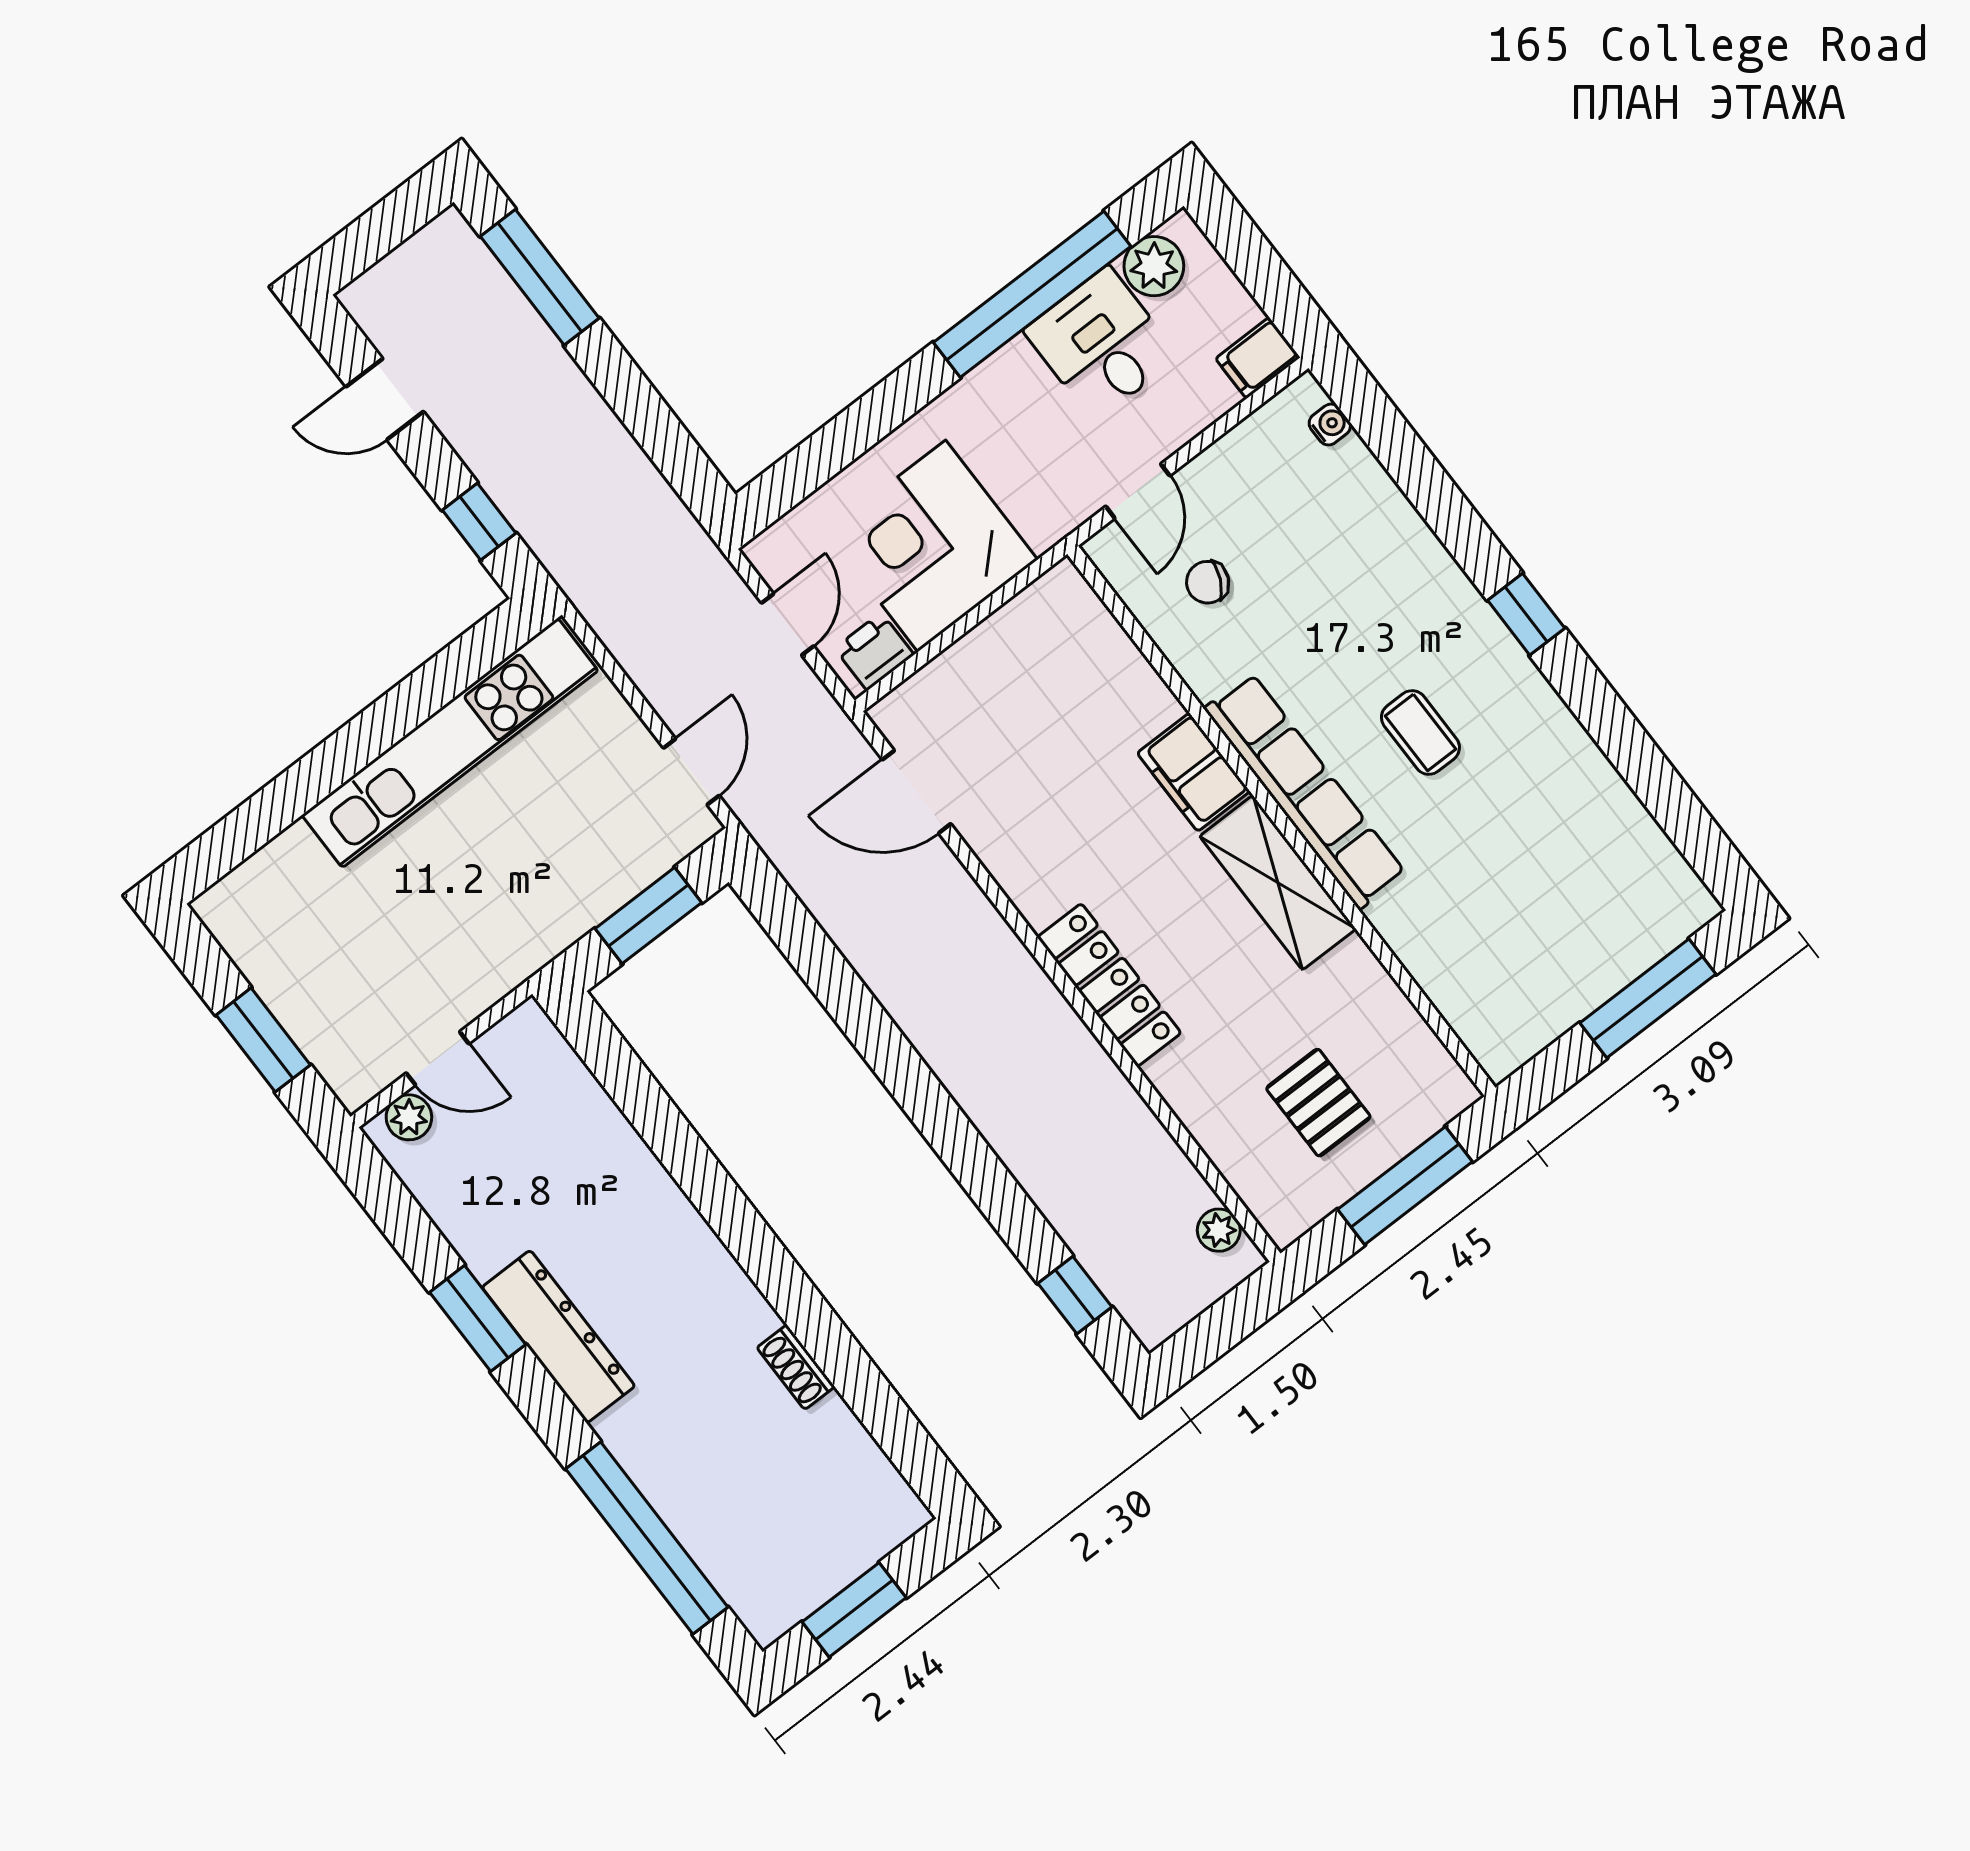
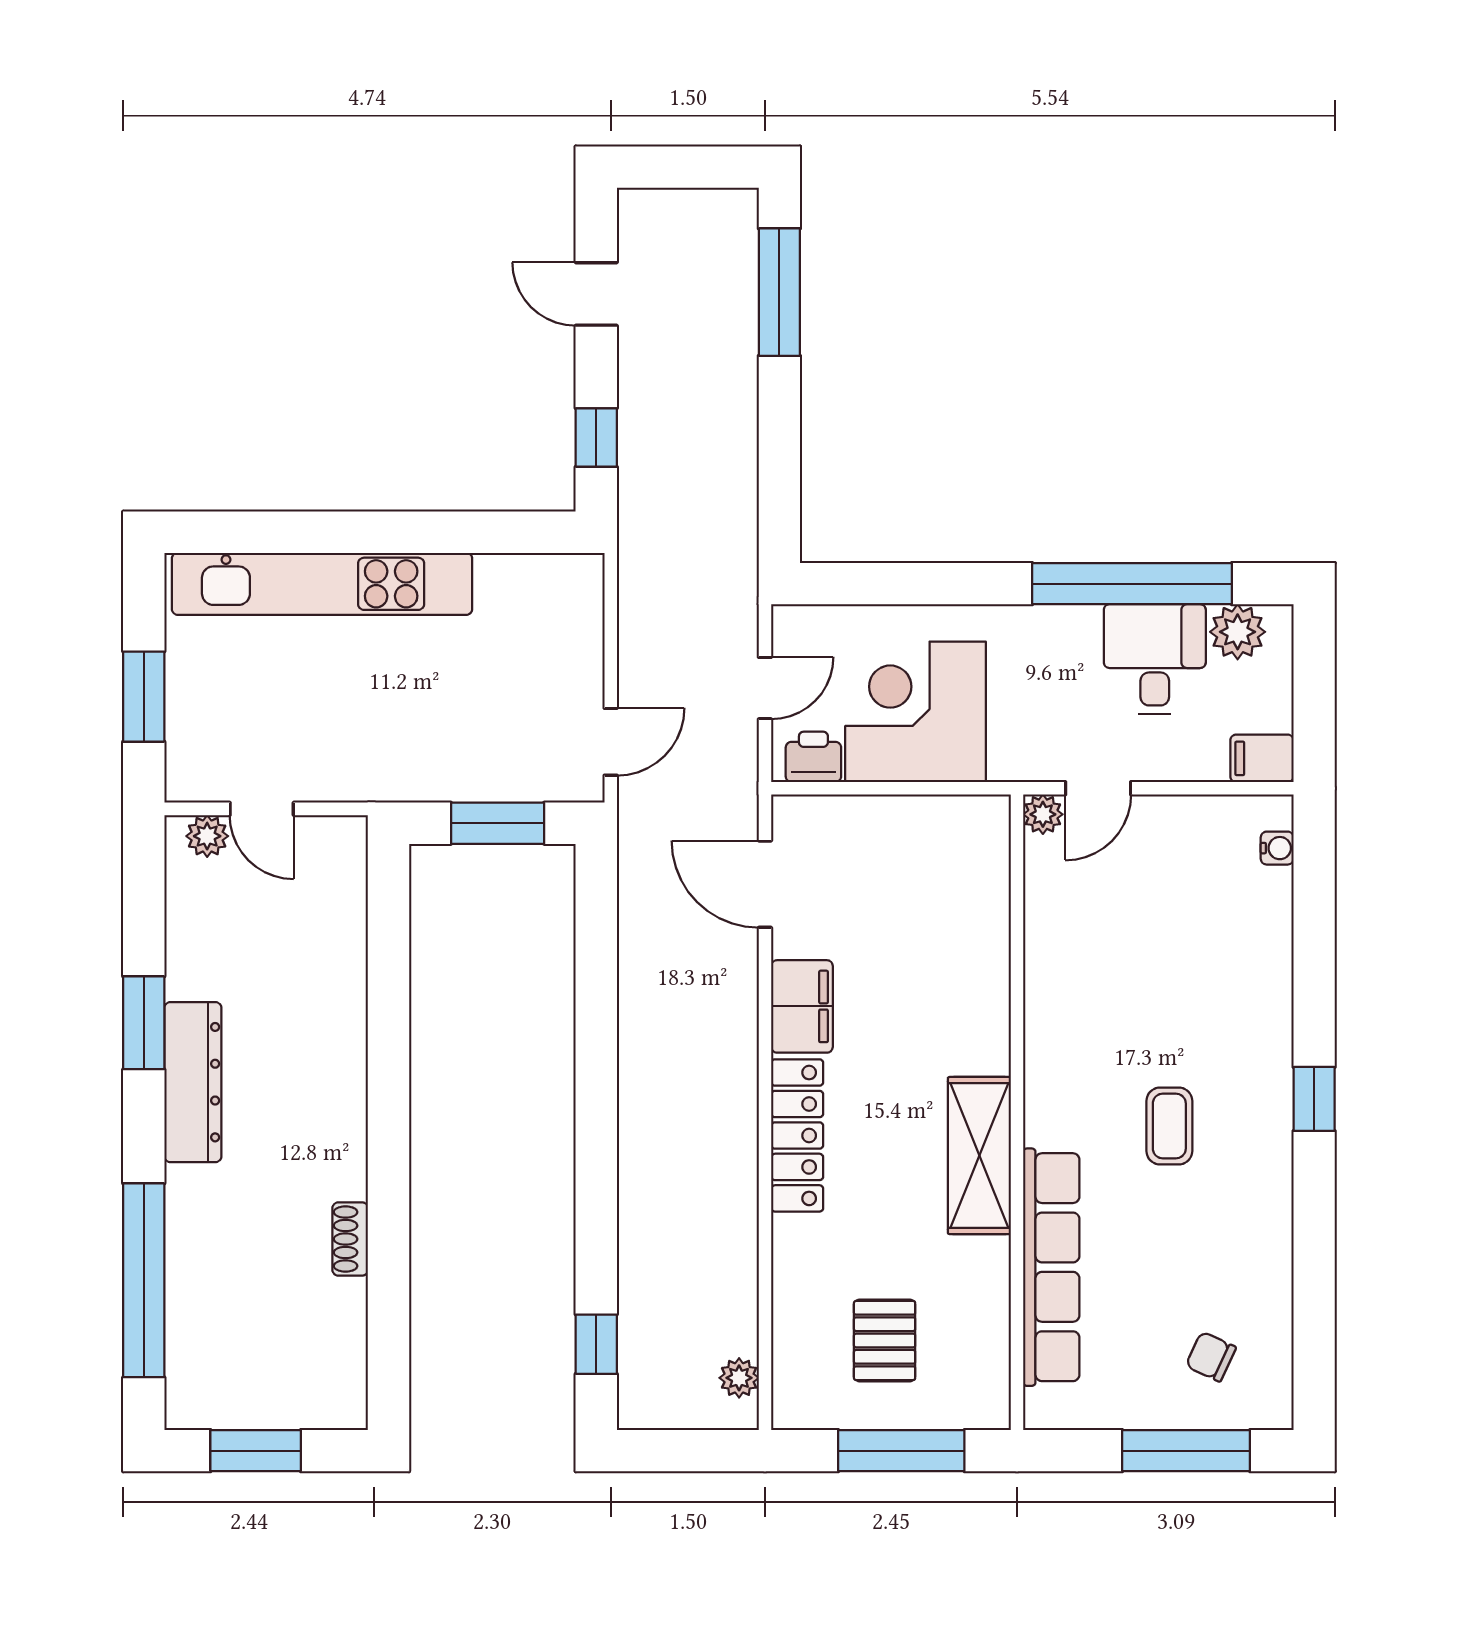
plant: (1108, 550) -> (1043, 814), added
chair: (1208, 582) -> (1211, 1357), moved
kitchen unit: (450, 743) -> (322, 584), moved
filing cabinet: (1194, 772) -> (802, 1006), moved, turned 180
row of seats: (1305, 791) -> (1051, 1267), moved

